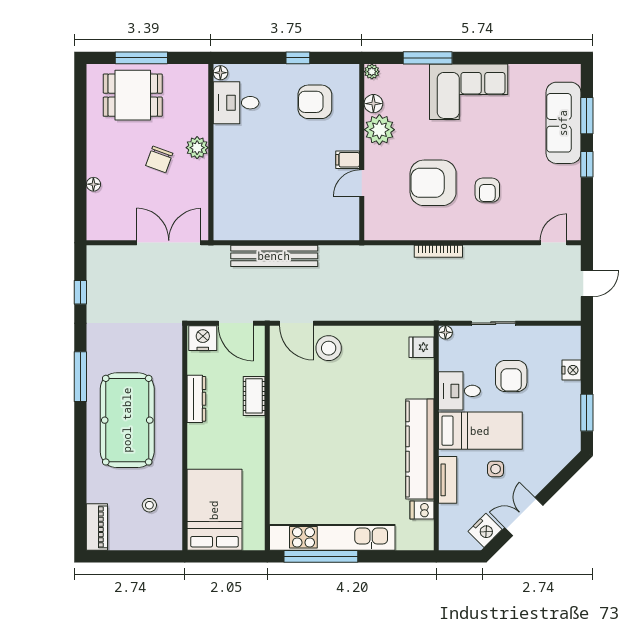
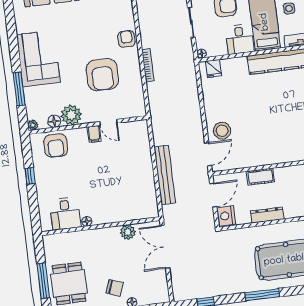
floor lamp: (220, 73) -> (87, 221), moved
armchair: (315, 102) -> (56, 145), moved
plant: (197, 148) -> (128, 232), moved
chair: (159, 159) -> (115, 288), moved
armchair: (487, 190) -> (126, 39), moved, turned -90

